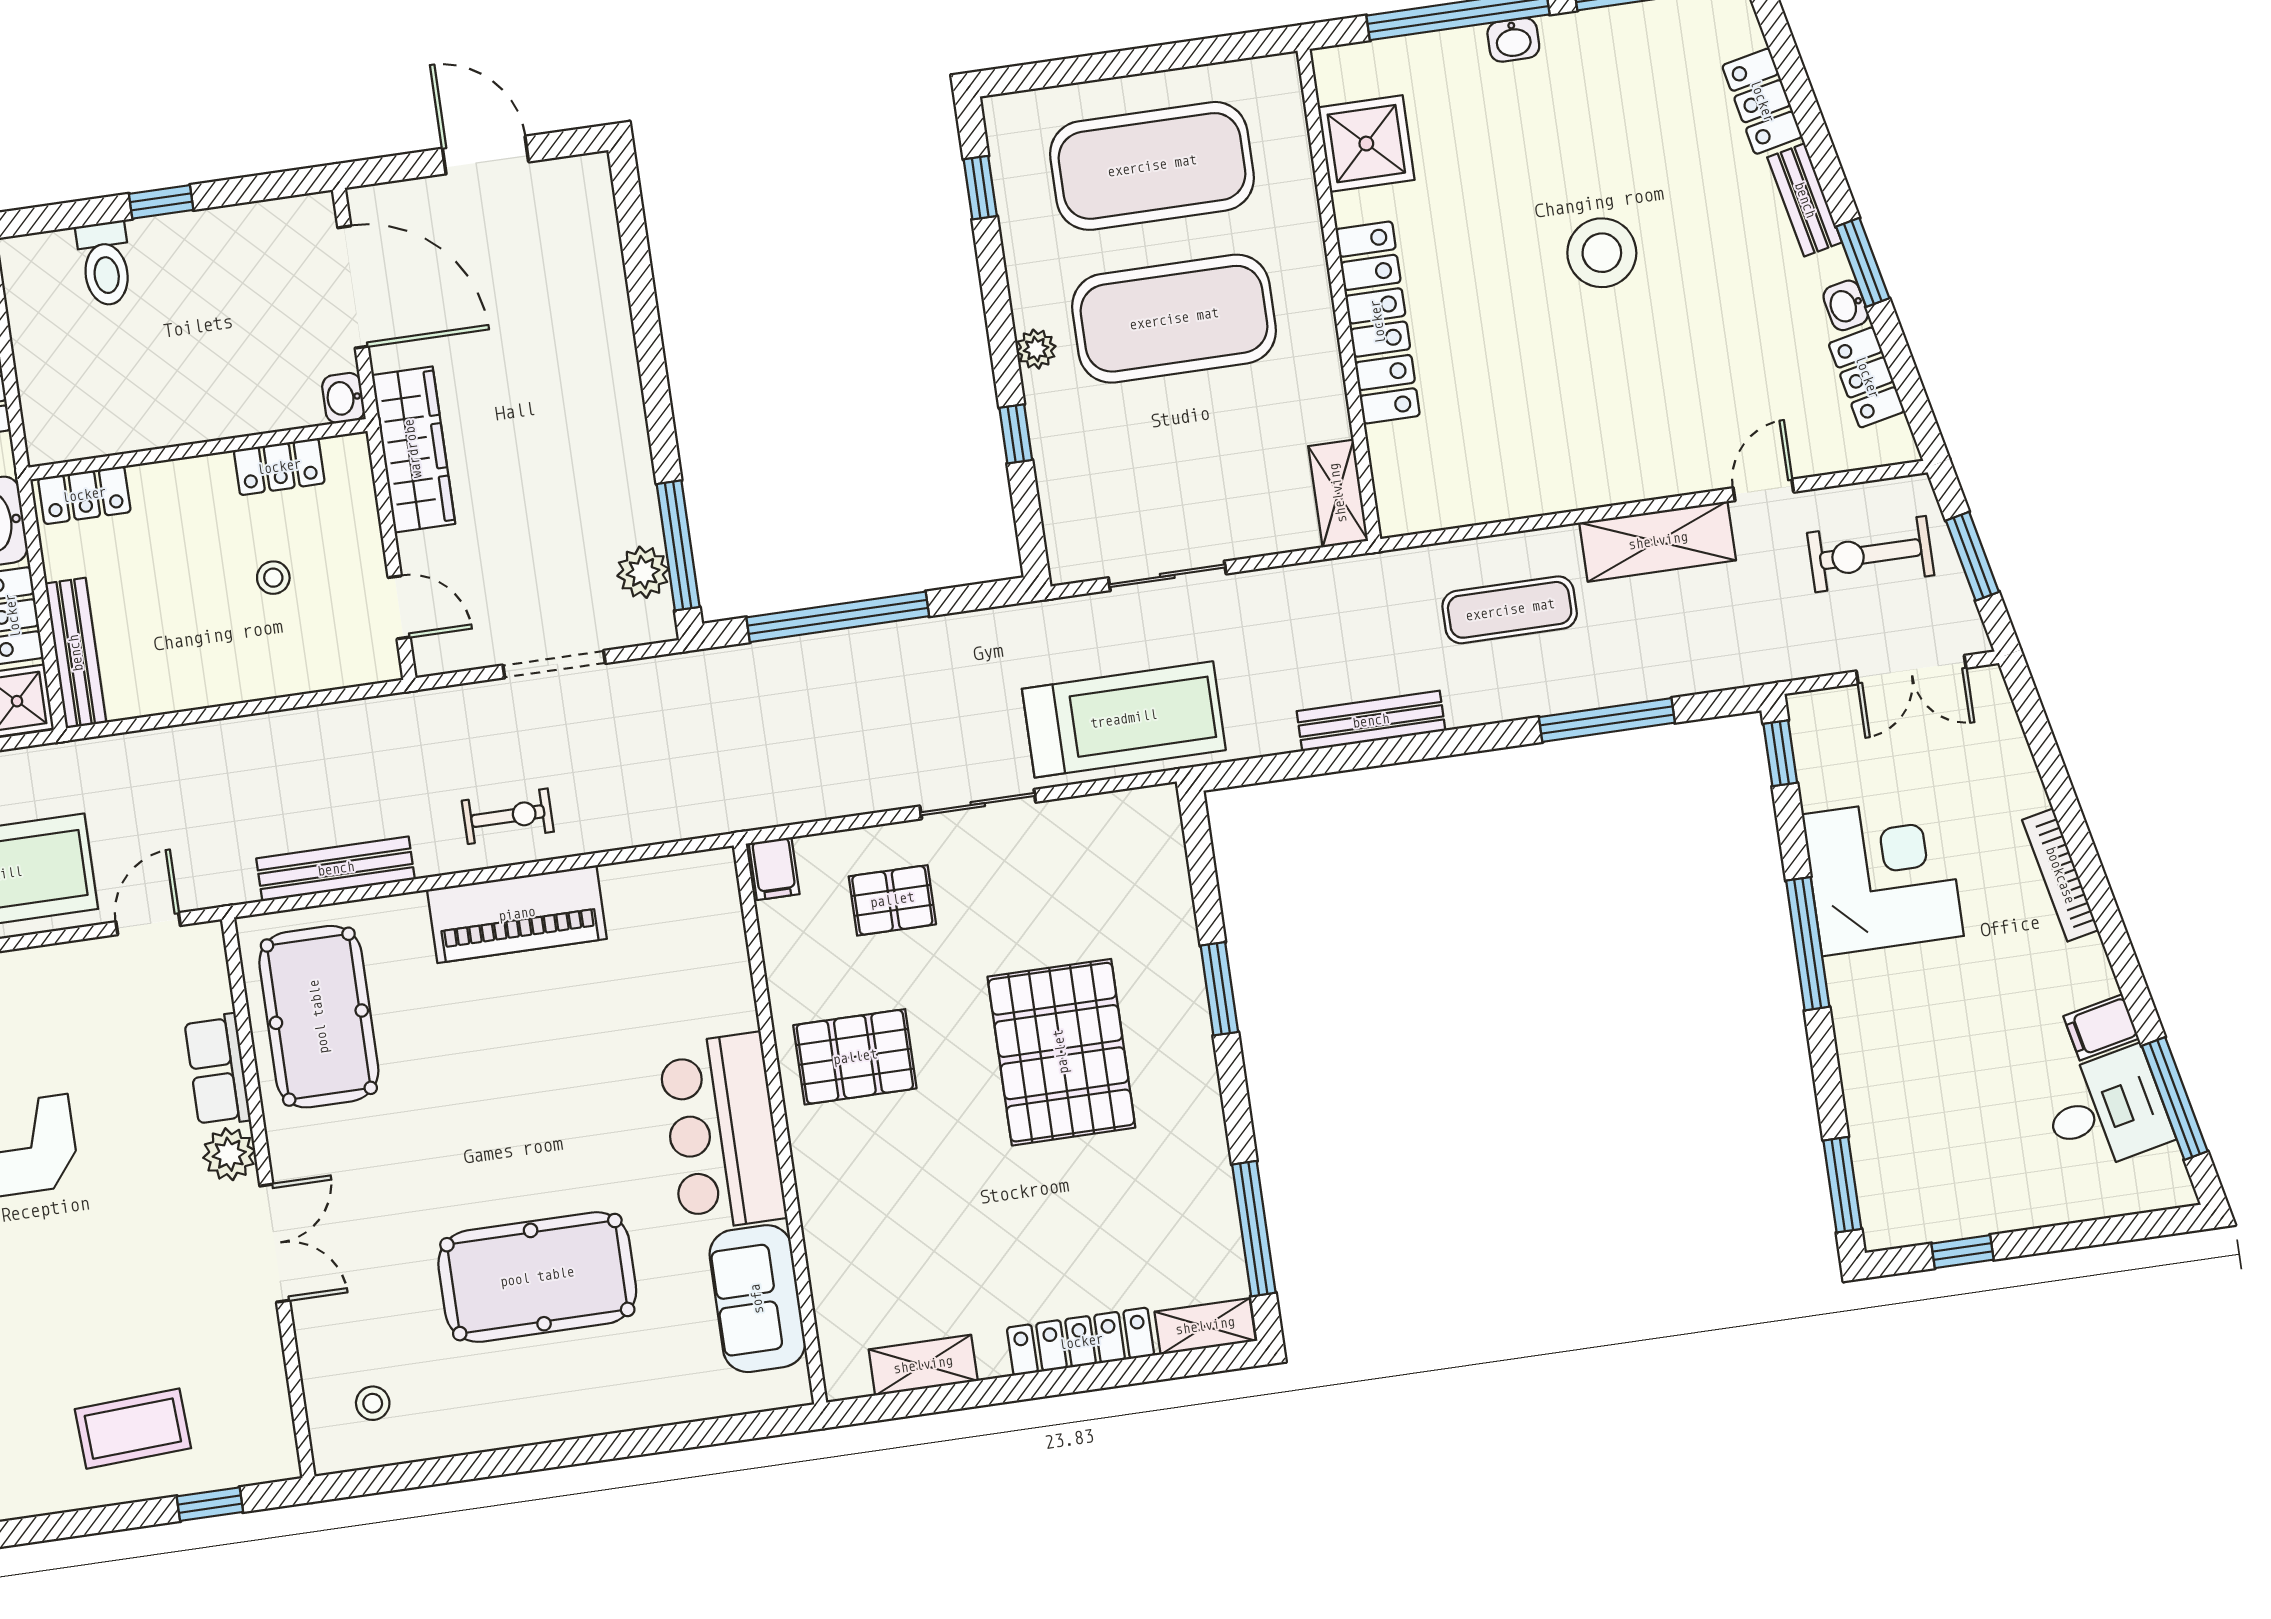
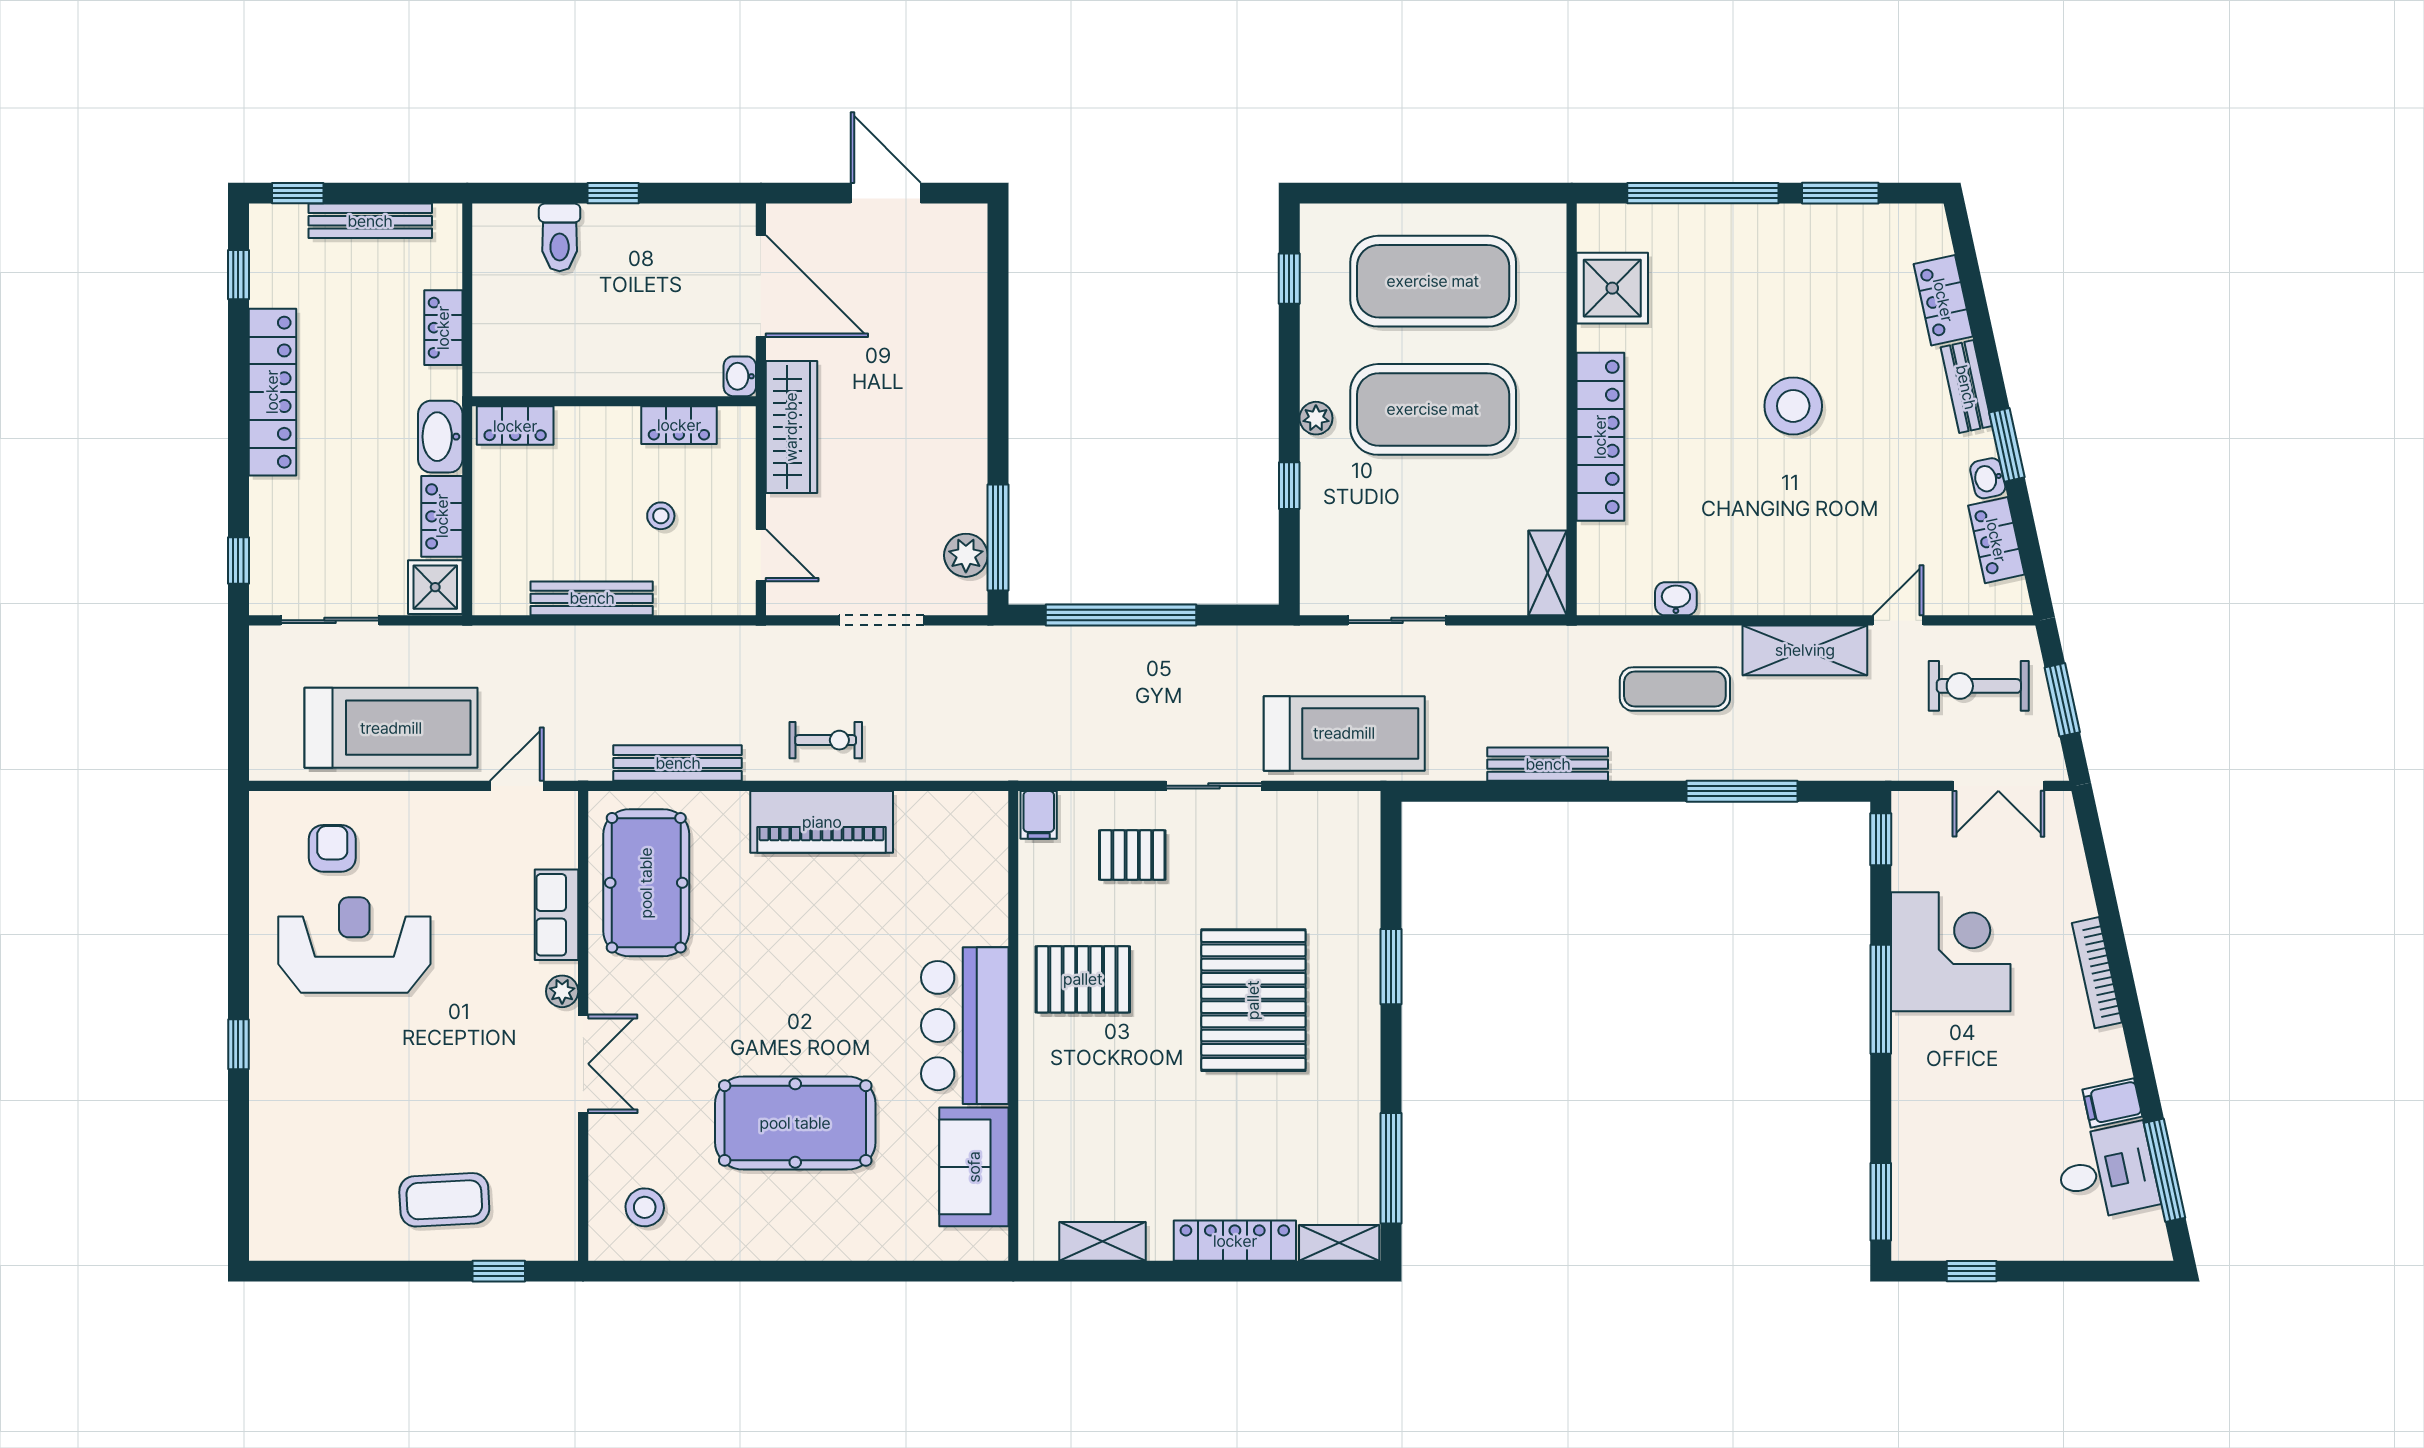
washbasin: (1513, 40) -> (1676, 599), moved, turned 180
bench: (76, 653) -> (592, 598), moved, turned 90
plant: (229, 1154) -> (562, 991), width x0.73, depth x0.73
stool: (373, 1403) -> (645, 1207), width x1.37, depth x1.37

